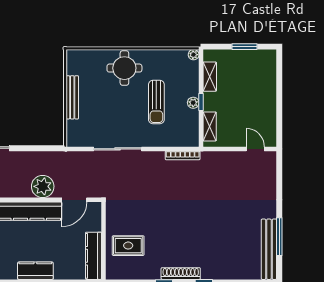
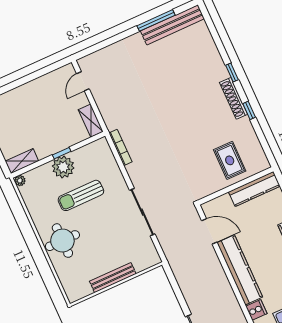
shelving: (210, 77) -> (22, 161), moved
sun lounger: (156, 102) -> (81, 195), turned 180
plant: (193, 103) -> (63, 167), width x1.88, depth x1.88
shelving: (210, 126) -> (91, 121), moved, turned 90
plant: (43, 186) -> (210, 267), removed

